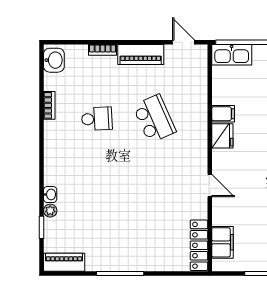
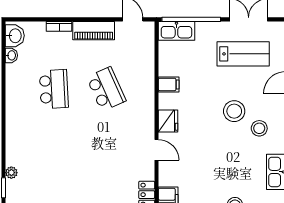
bookcase: (49, 105) -> (10, 77), removed
school desk: (97, 119) -> (54, 89), width x1.85
fridge: (222, 136) -> (168, 121), moved
washbasin: (50, 194) -> (11, 55), moved

